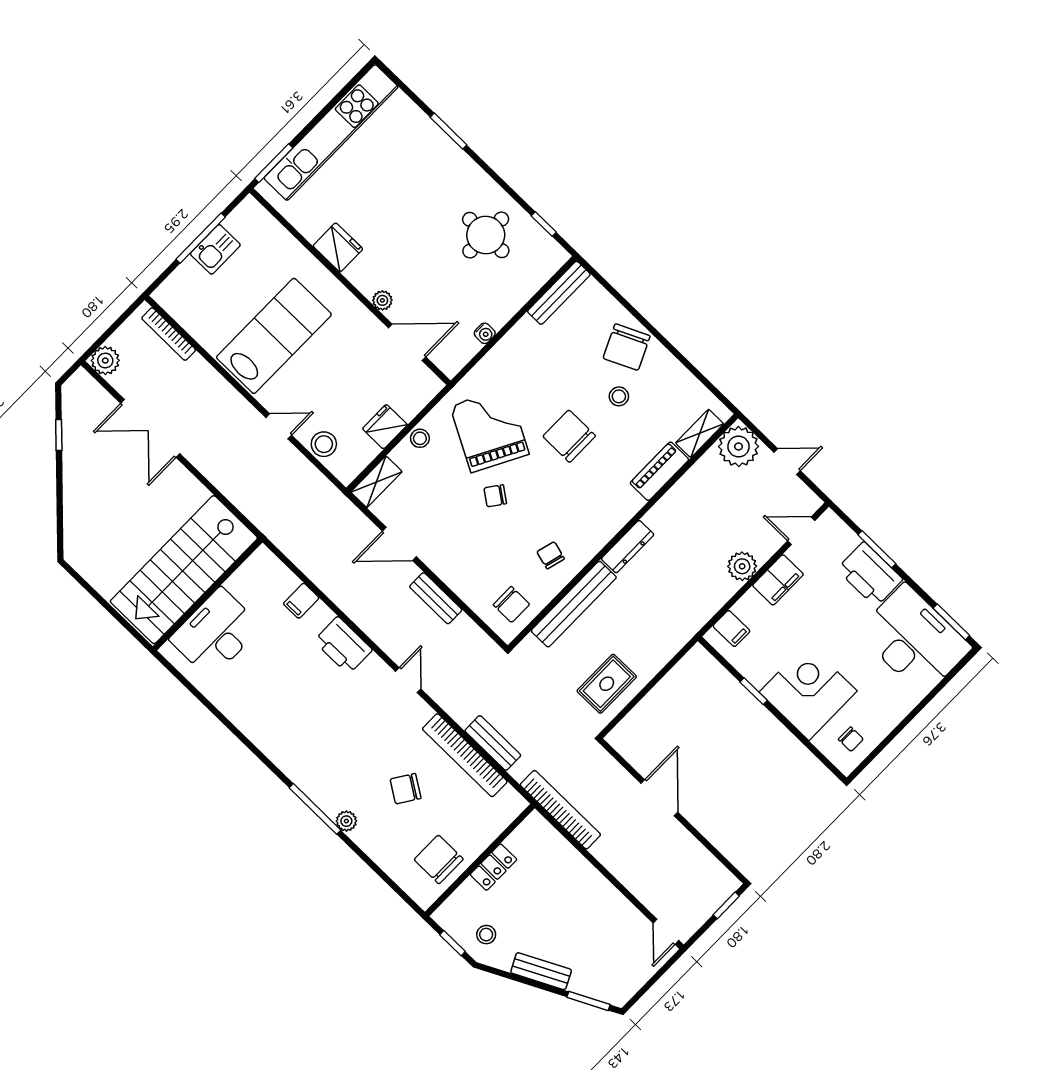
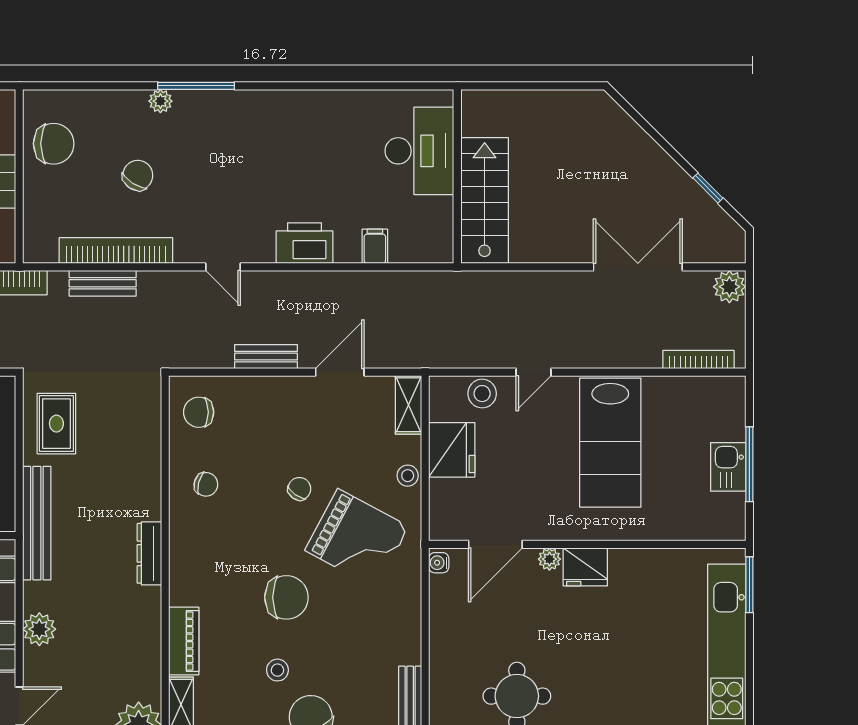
fridge: (338, 247) -> (585, 567), moved
water cooler: (485, 333) -> (439, 563), moved
fridge: (385, 427) -> (452, 450), width x1.36, depth x1.34
stairs: (184, 570) -> (485, 200), width x0.73, depth x0.66
bench: (574, 604) -> (37, 523), moved

